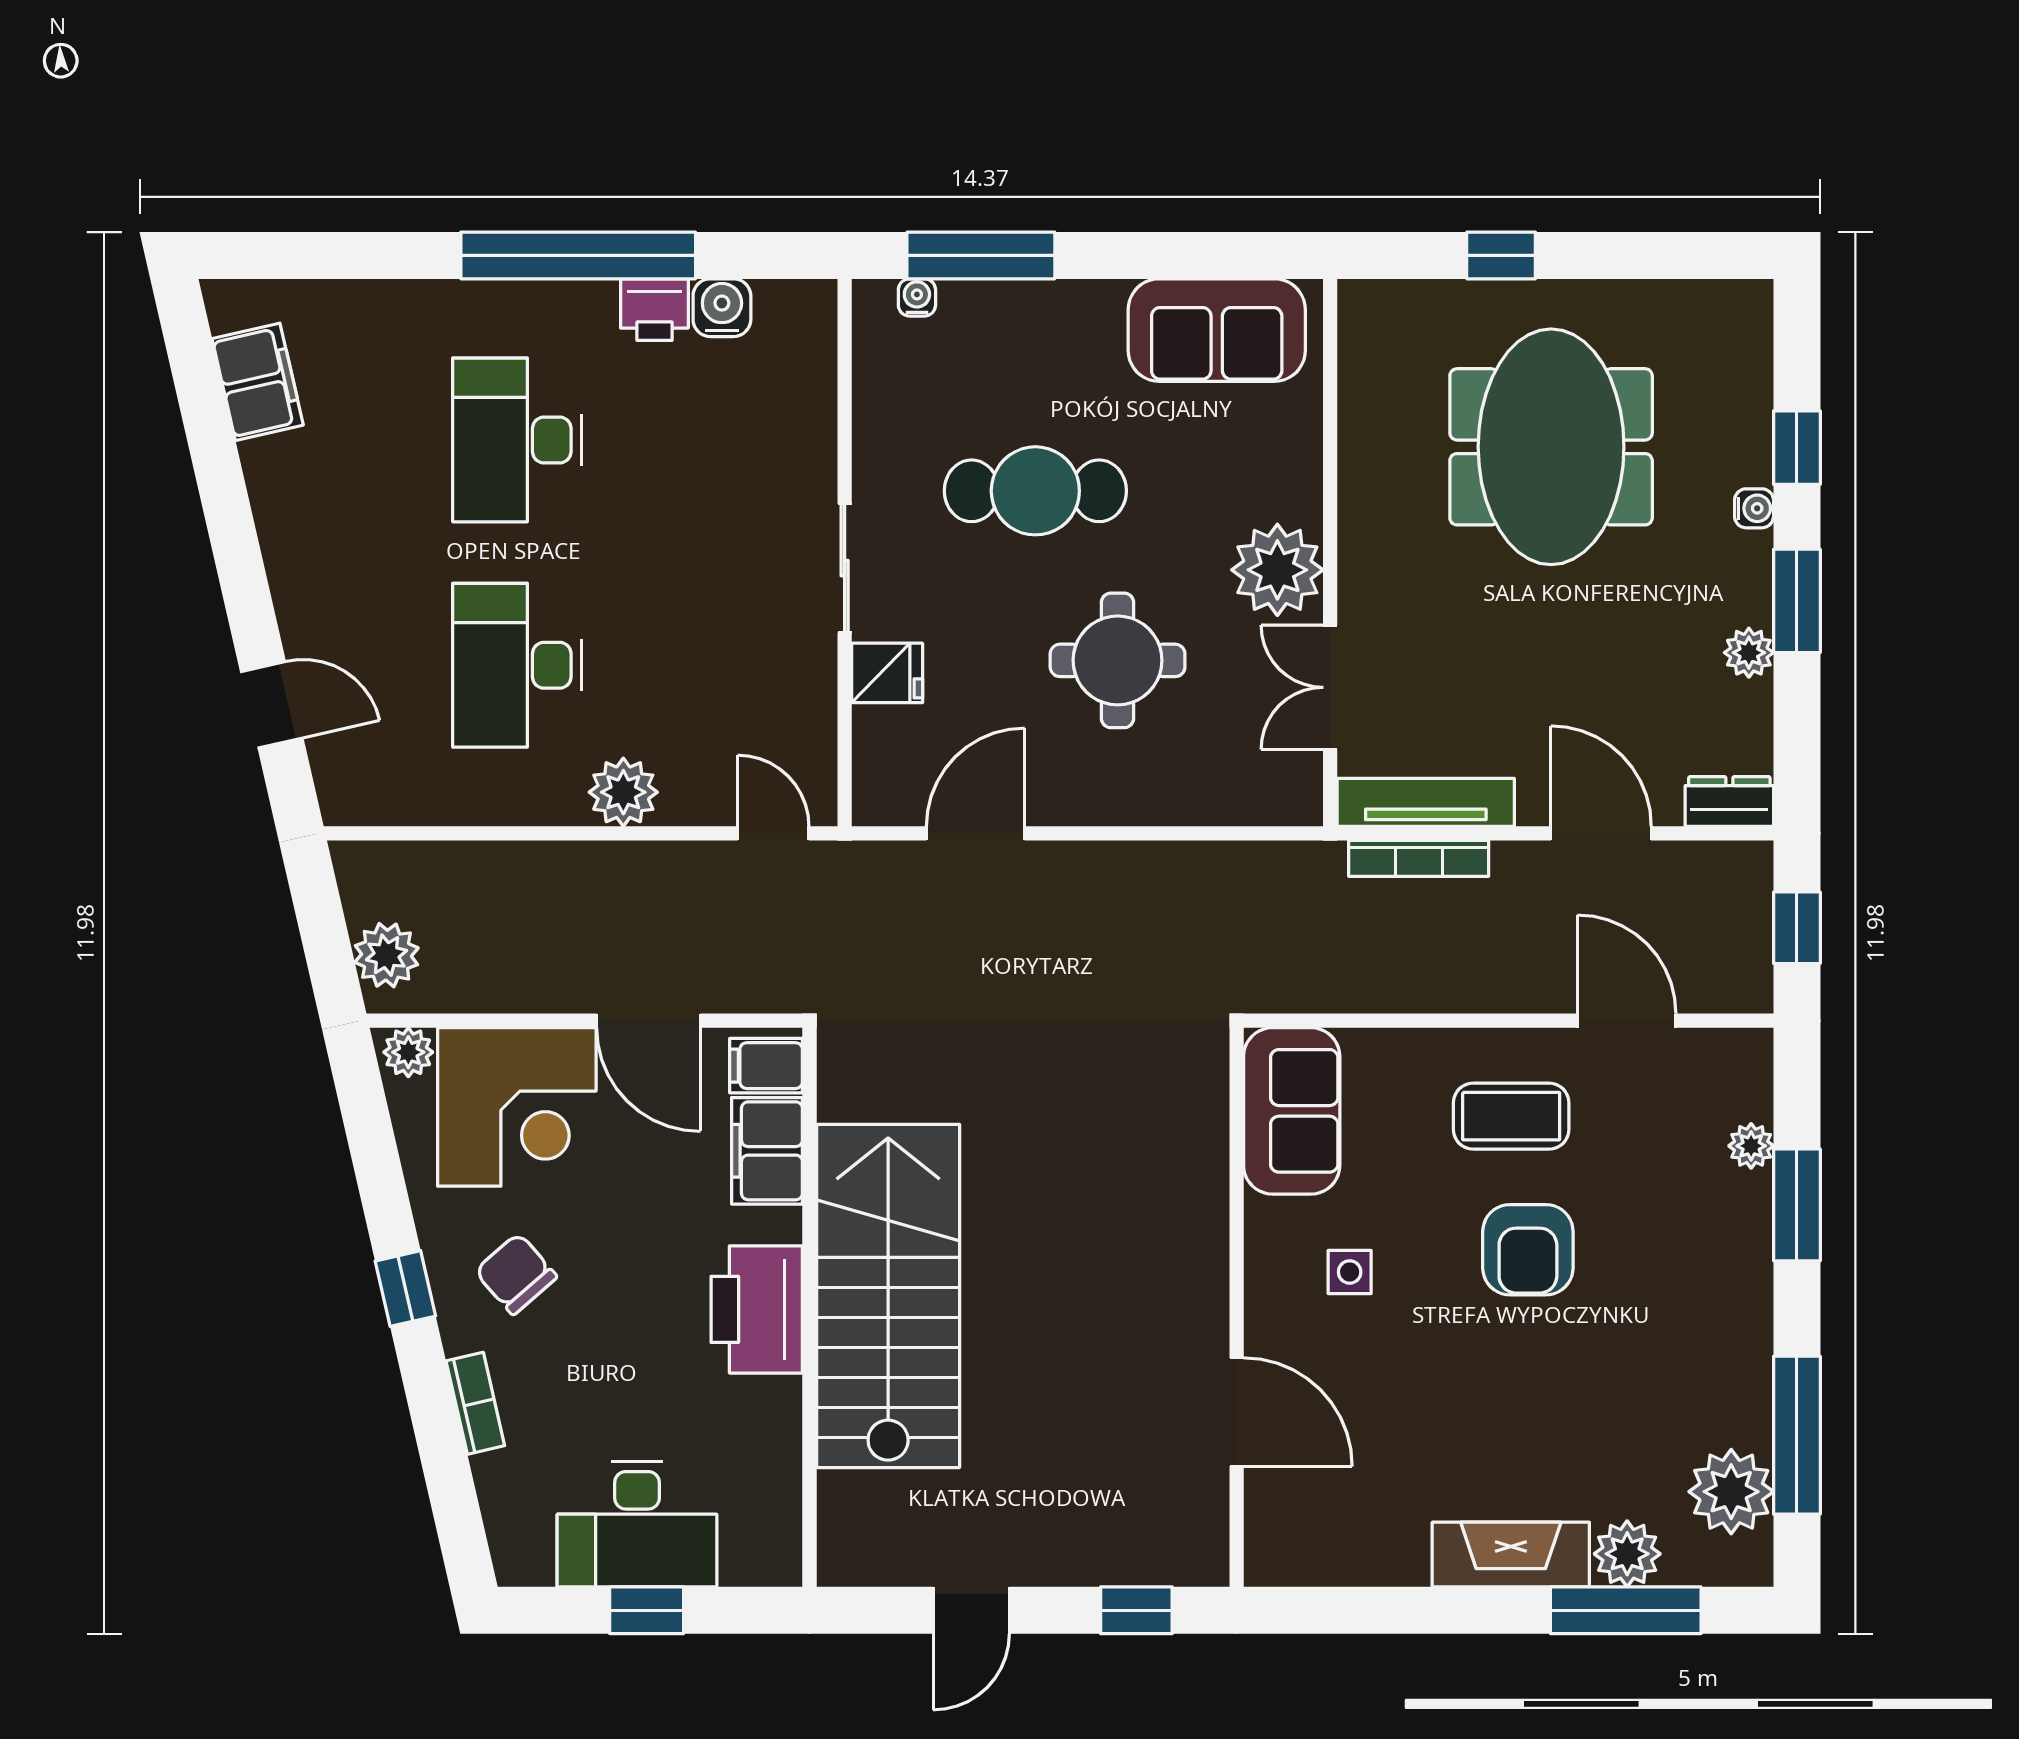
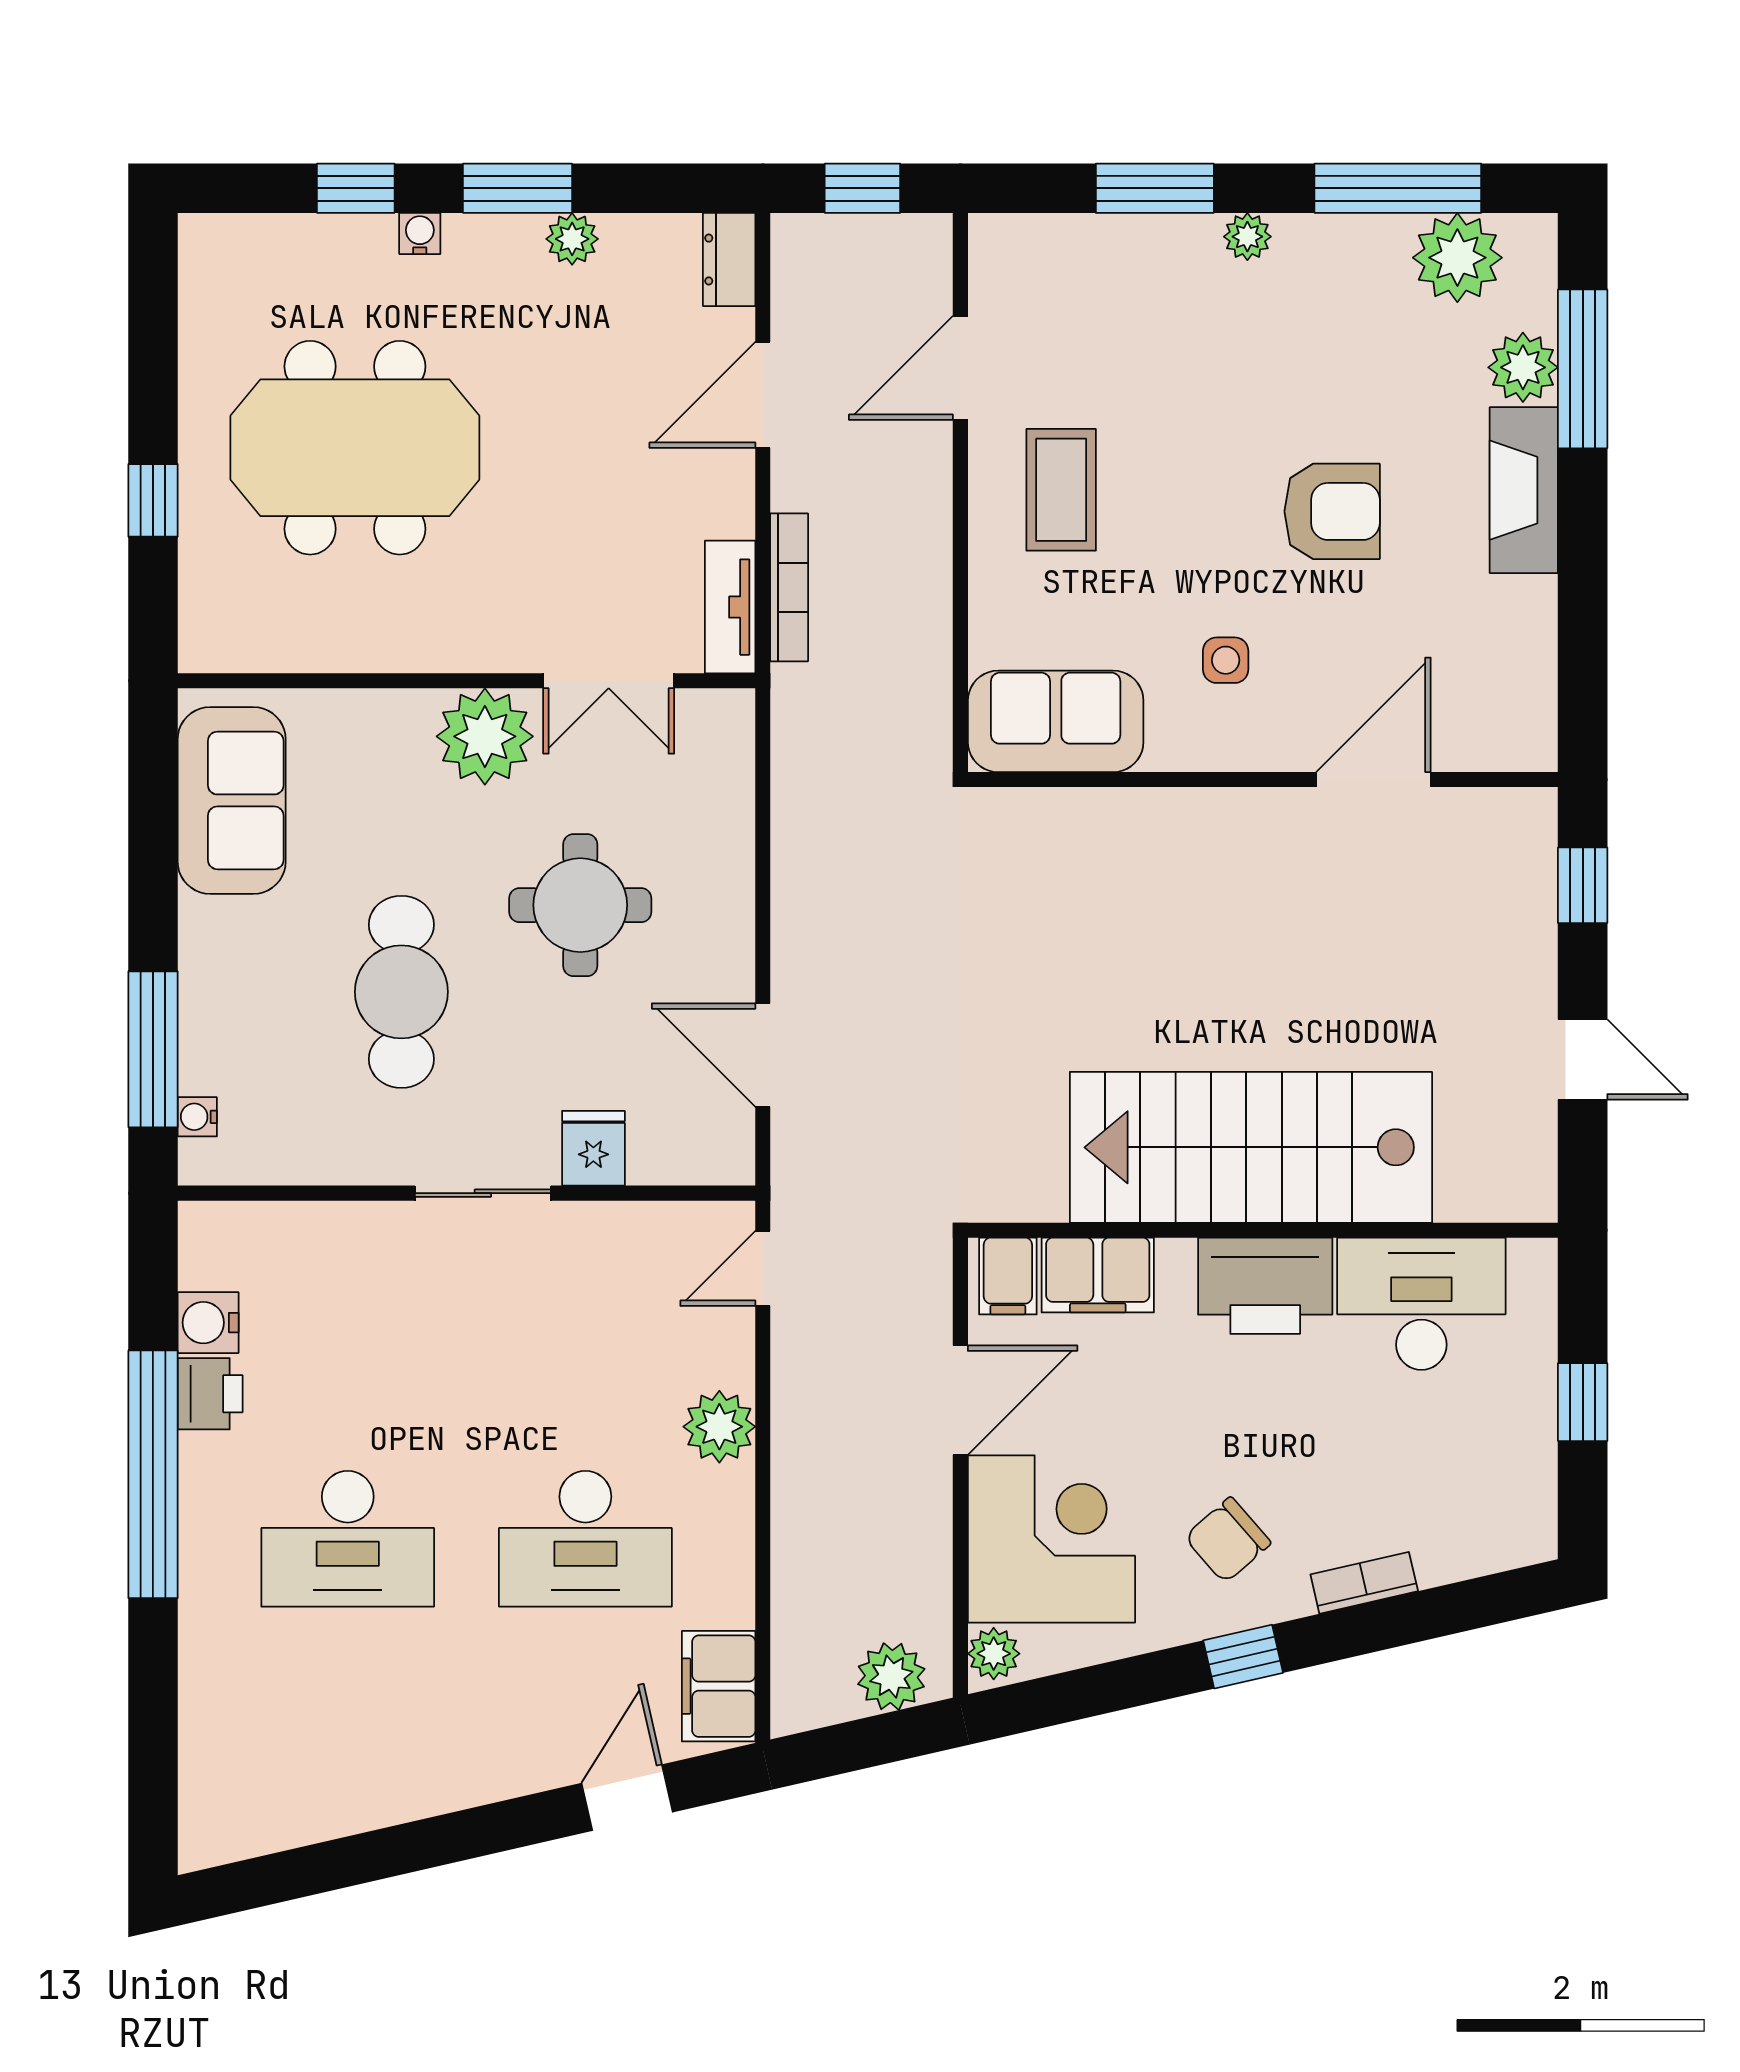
filing cabinet: (258, 382) -> (719, 1686), moved, turned -77
tv unit: (1426, 802) -> (730, 607), width x0.71
plant: (1751, 1146) -> (1247, 237), moved
armchair: (1528, 1250) -> (1332, 511), moved
desk: (637, 1524) -> (1421, 1304), moved, turned -90

